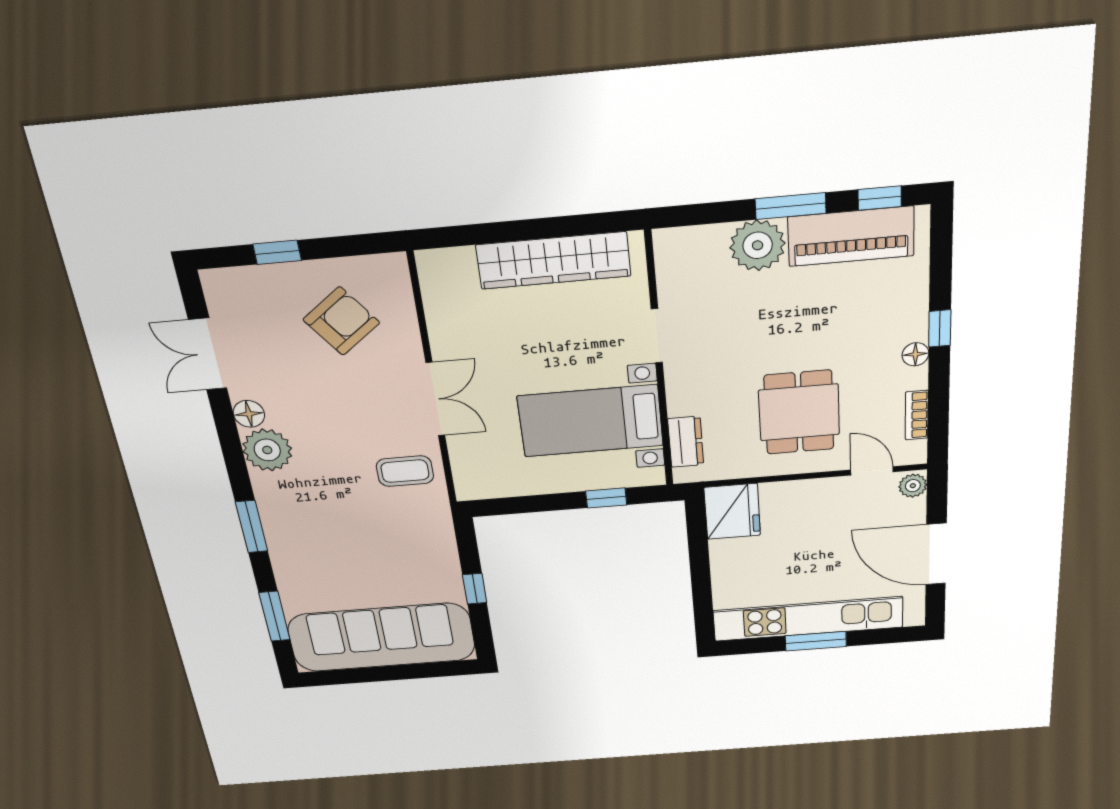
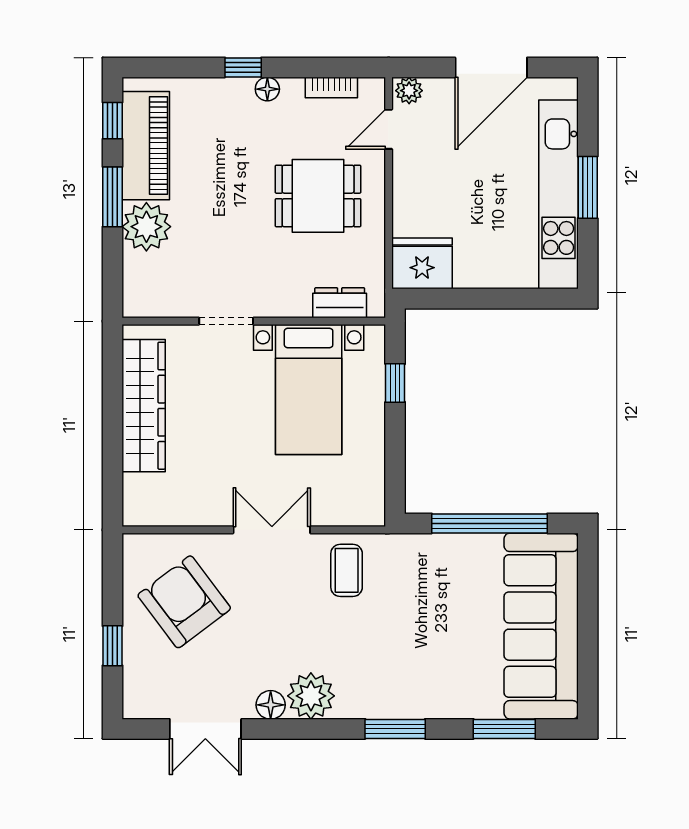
armchair: (341, 321) -> (184, 602), width x1.36, depth x1.36
window: (475, 589) -> (489, 523), width x3.17

